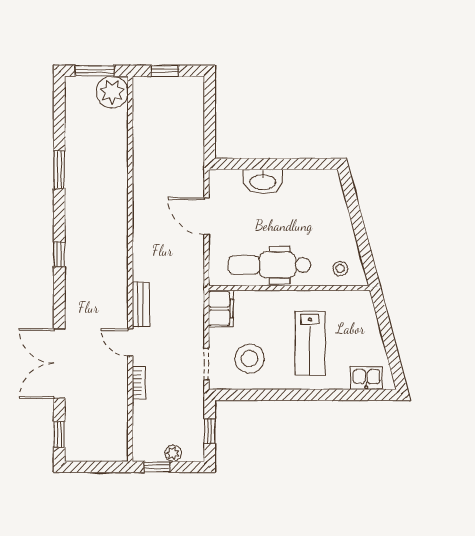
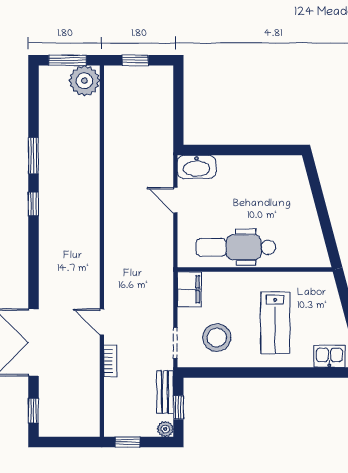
washbasin: (263, 182) -> (197, 167), moved
door: (206, 216) -> (175, 200), width x0.73
window: (59, 254) -> (33, 204), moved
stool: (340, 269) -> (304, 251), removed
bench: (141, 304) -> (165, 392), moved
plant: (173, 453) -> (165, 429), moved

